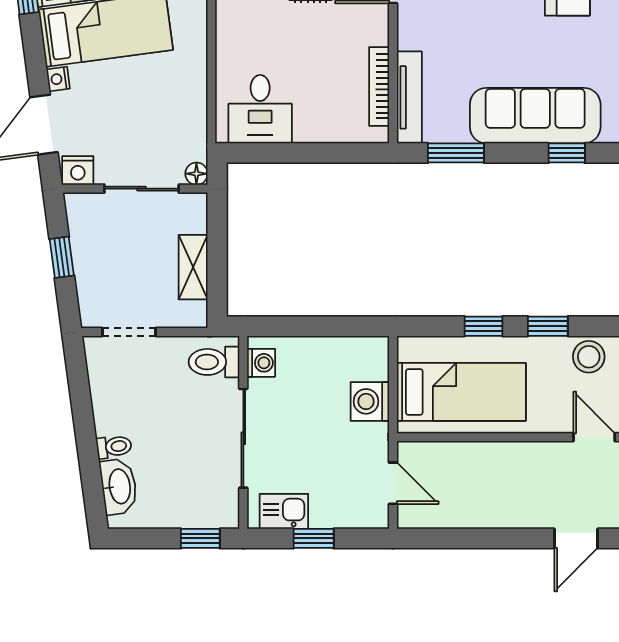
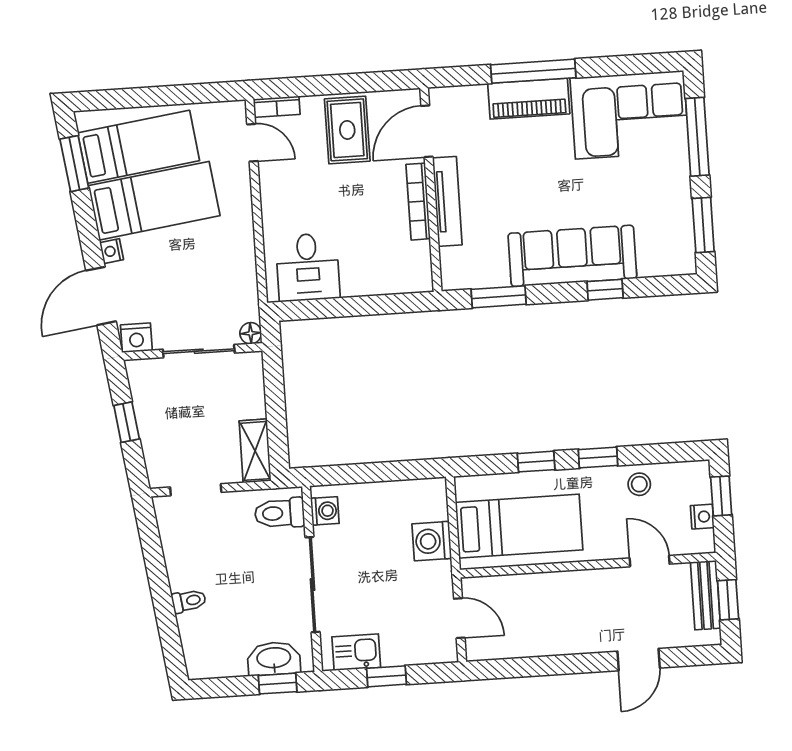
bookcase: (379, 86) -> (418, 202), moved
tv unit: (409, 97) -> (447, 201), moved
shelving: (193, 267) -> (255, 451), moved
stool: (589, 357) -> (639, 484), width x0.73, depth x0.73
washbasin: (119, 487) -> (274, 659), moved, turned -82

